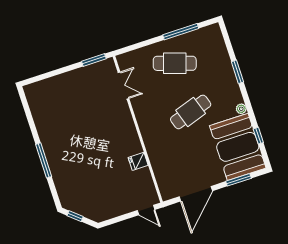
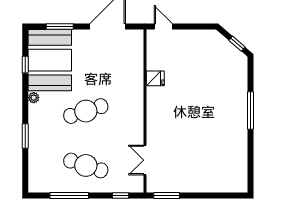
window: (135, 47) -> (121, 196), added

